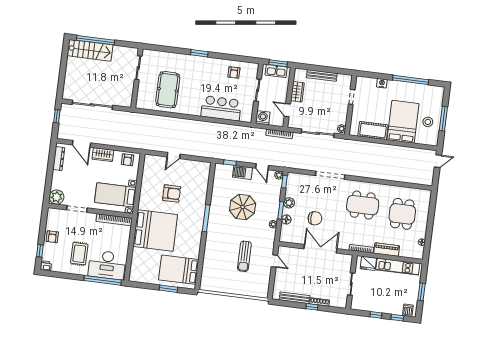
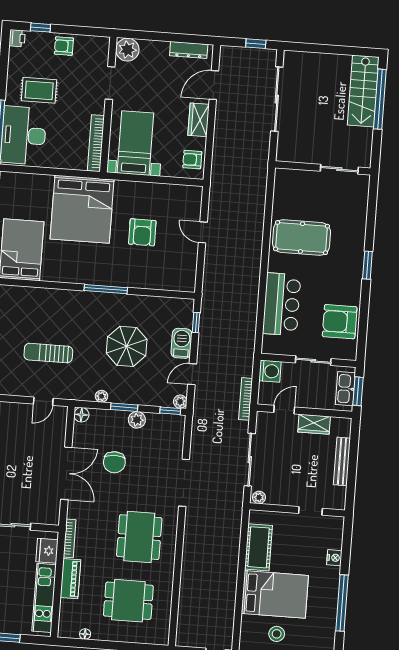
armchair: (234, 72) -> (340, 322), width x1.88, depth x1.88
pool table: (168, 90) -> (301, 238), moved
floor lamp: (286, 219) -> (81, 415), moved

